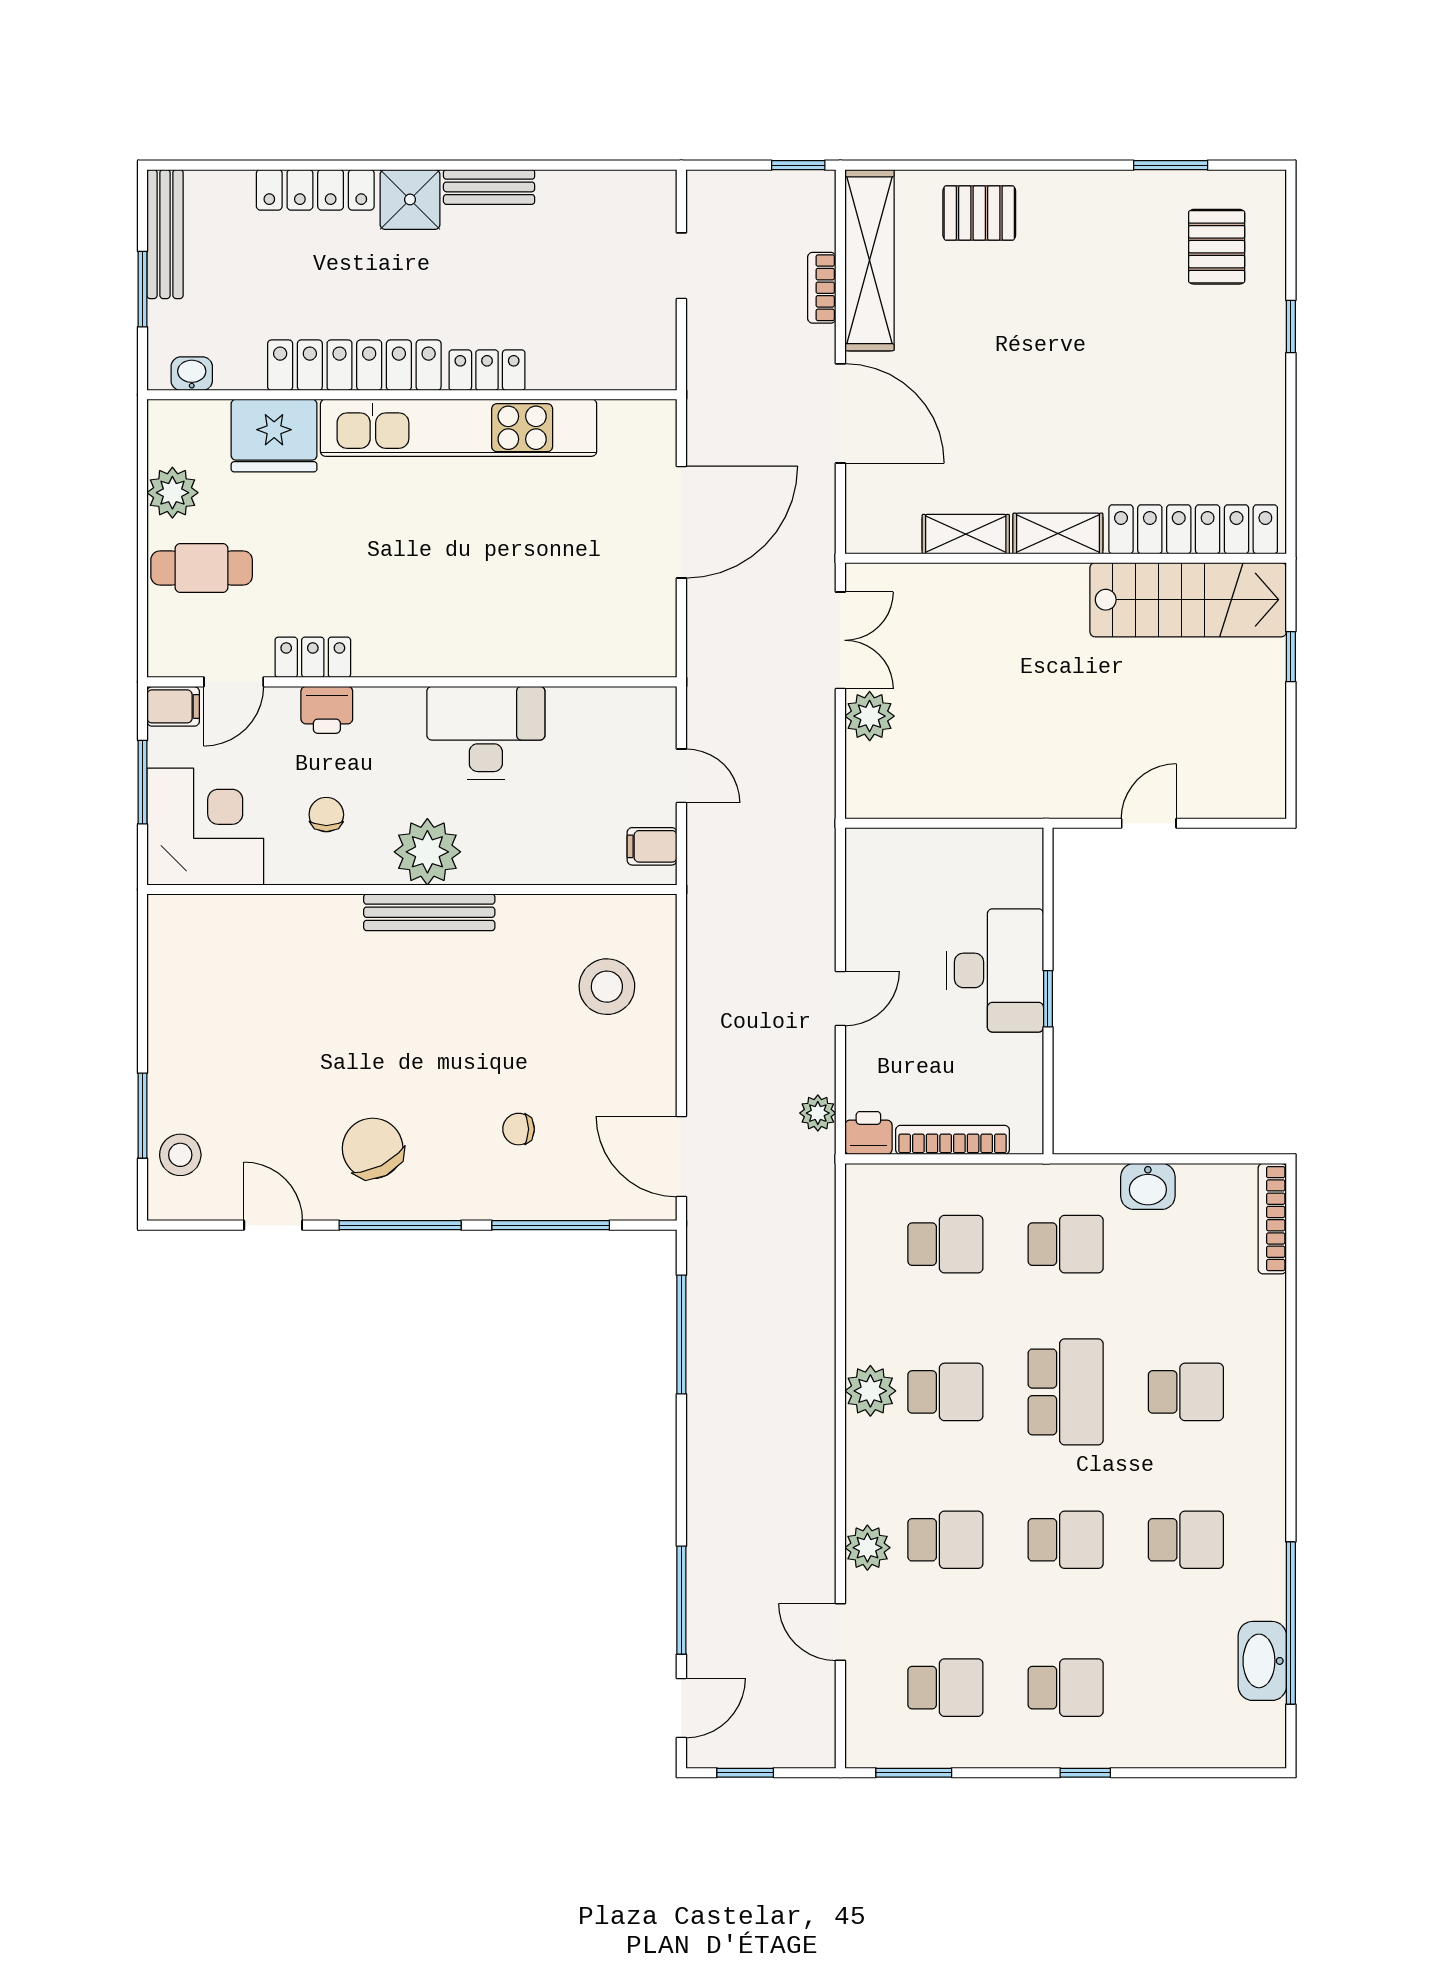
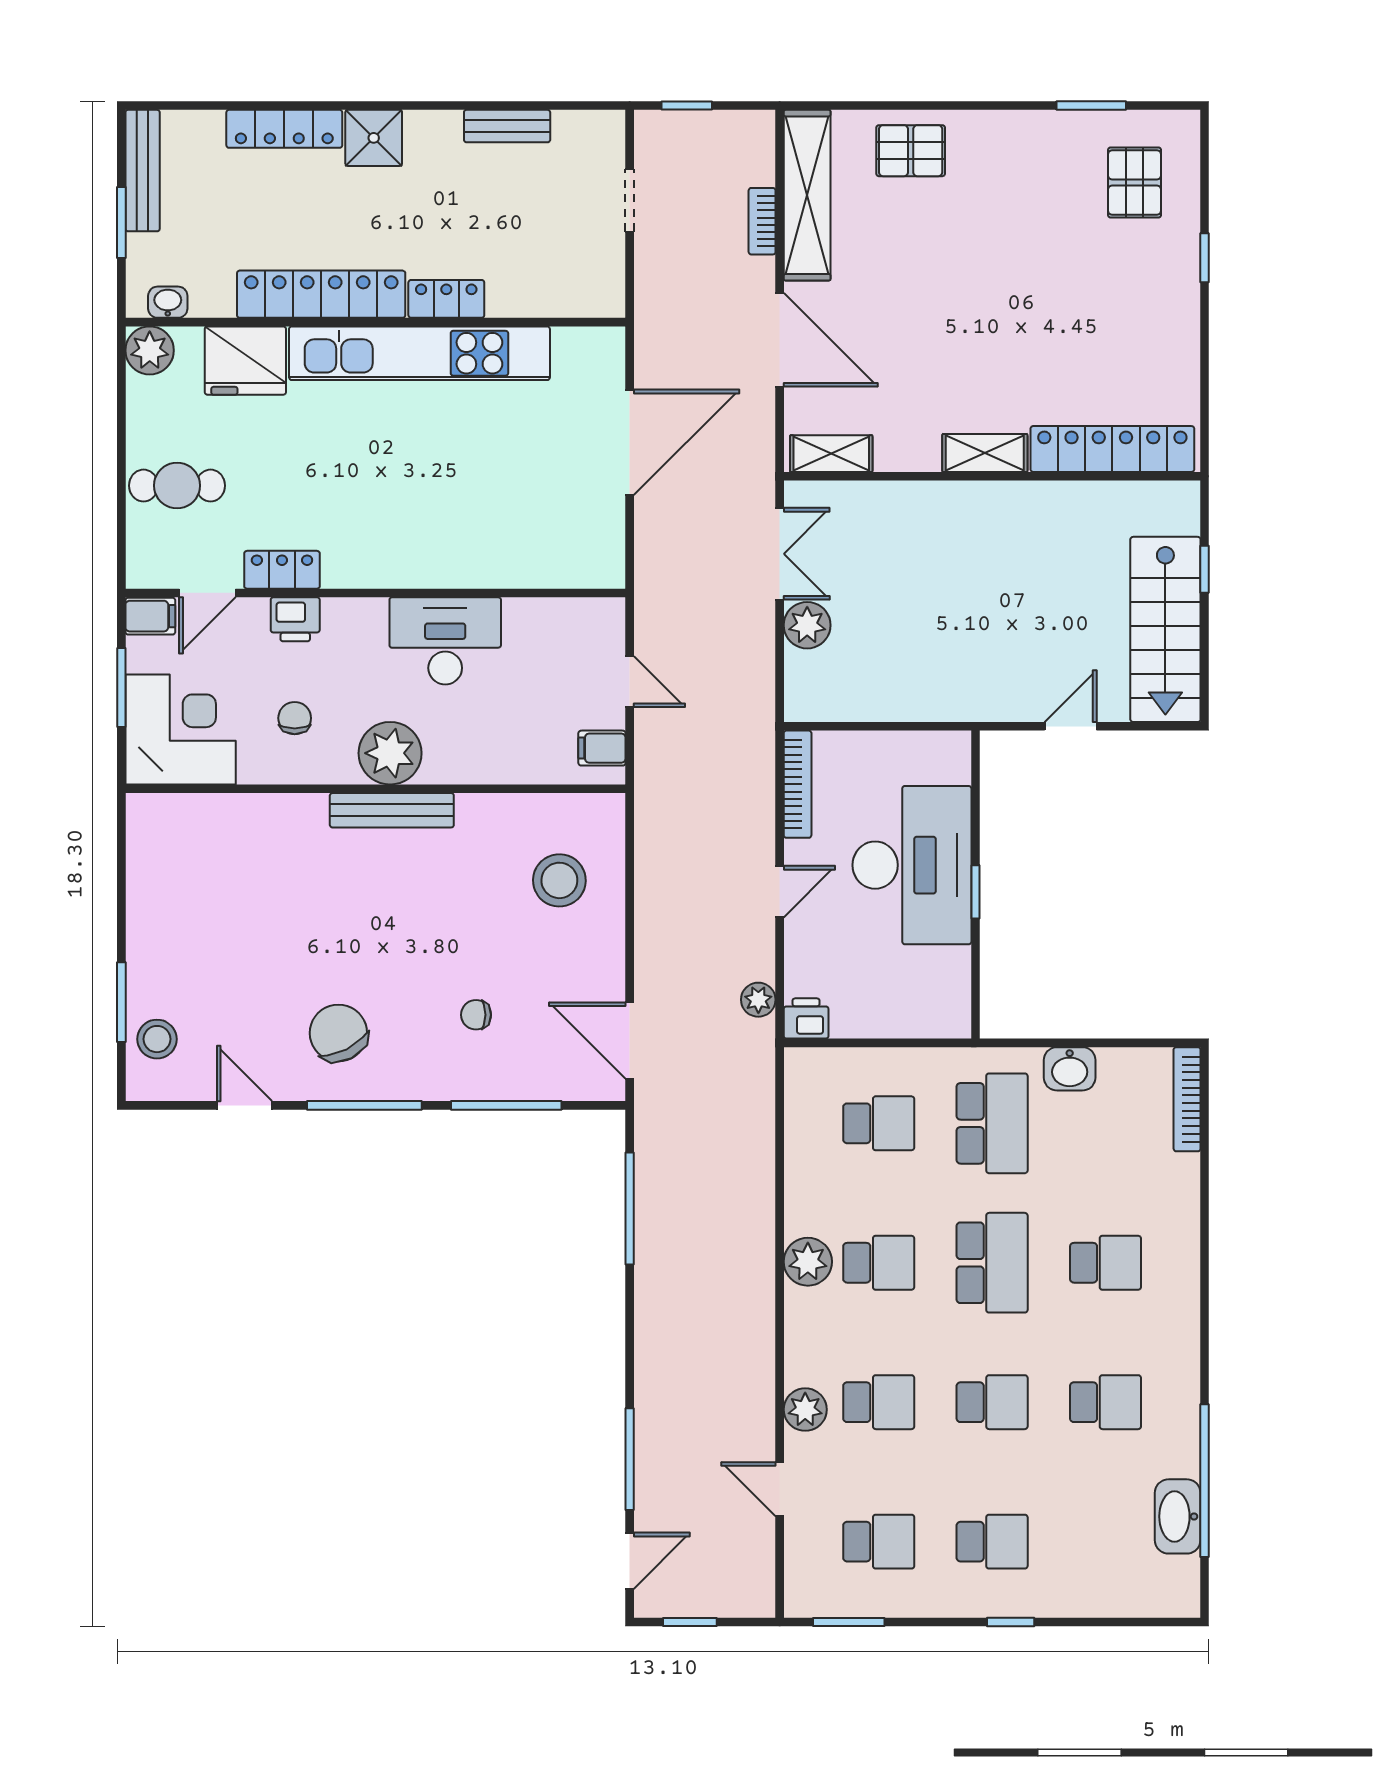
window: (798, 165) -> (687, 105), moved
bench: (489, 187) -> (507, 126), moved
plant: (172, 493) -> (150, 350), moved
shelving: (966, 534) -> (831, 454), moved
stairs: (1188, 600) -> (1165, 629), moved, turned 90
desk: (995, 970) -> (912, 865), width x1.36, depth x1.30
bookcase: (953, 1140) -> (798, 784), moved, turned 90
school desk: (1066, 1244) -> (992, 1123), width x1.85

